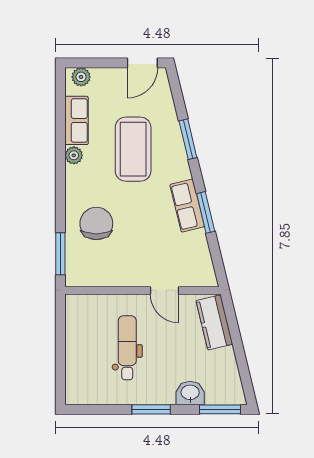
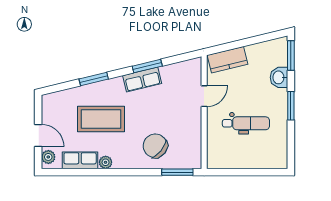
door: (142, 63) -> (38, 135), moved
chair: (96, 223) -> (155, 146), turned 39
dental chair: (127, 348) -> (246, 123), turned 180

